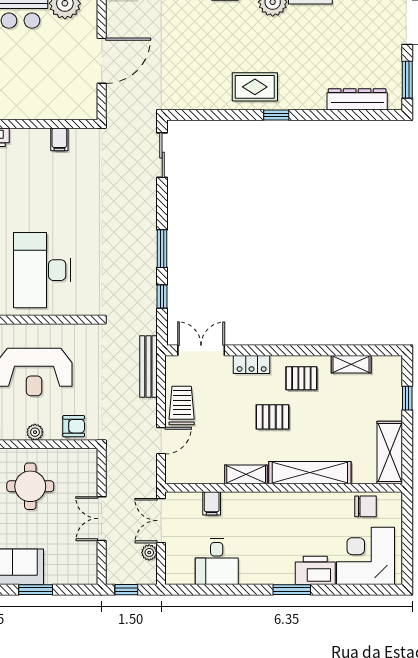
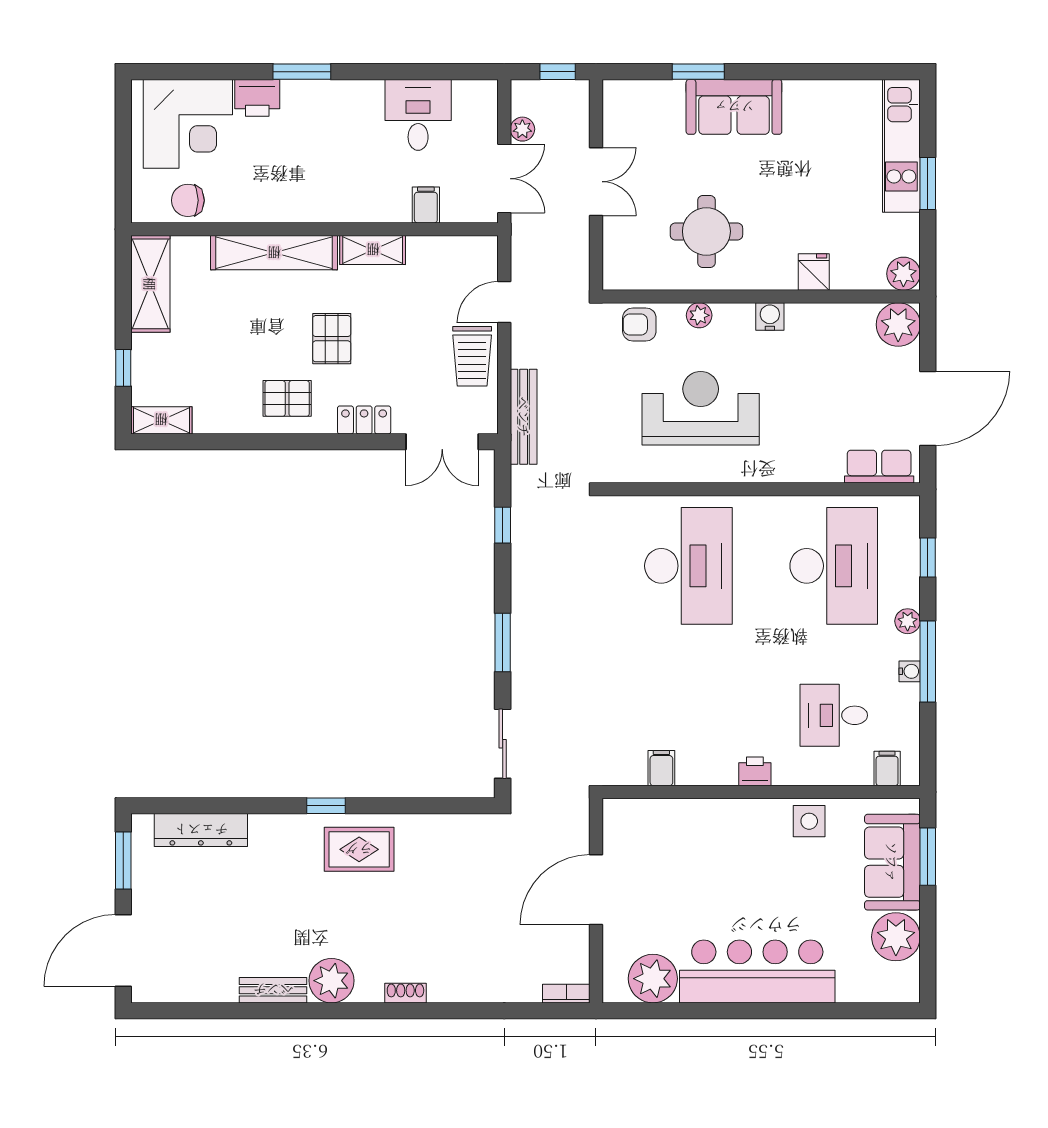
window: (162, 249) -> (503, 642), moved
shelving: (351, 364) -> (161, 420), moved
pallet: (272, 417) -> (332, 339), turned 90
printer: (315, 570) -> (257, 98), width x0.73, depth x0.84

